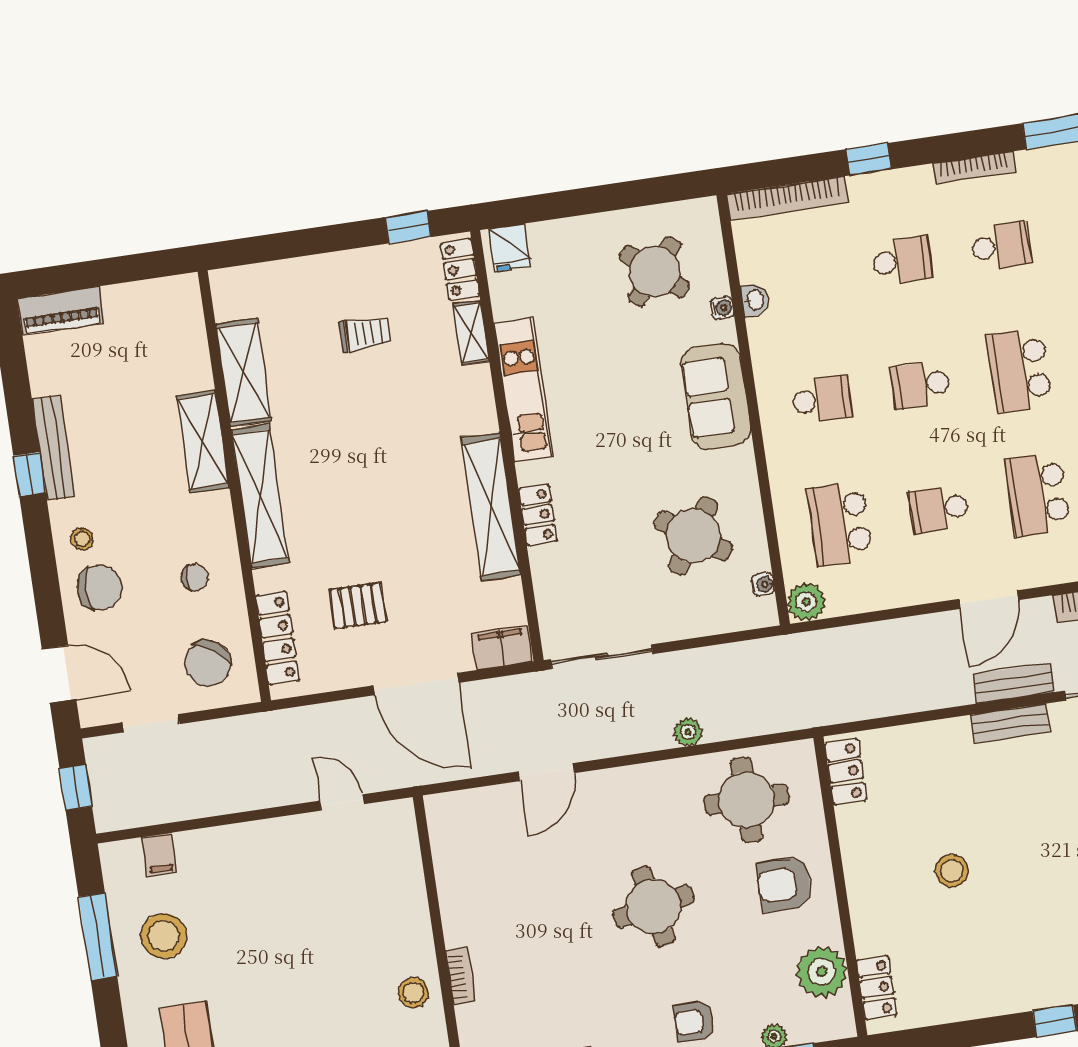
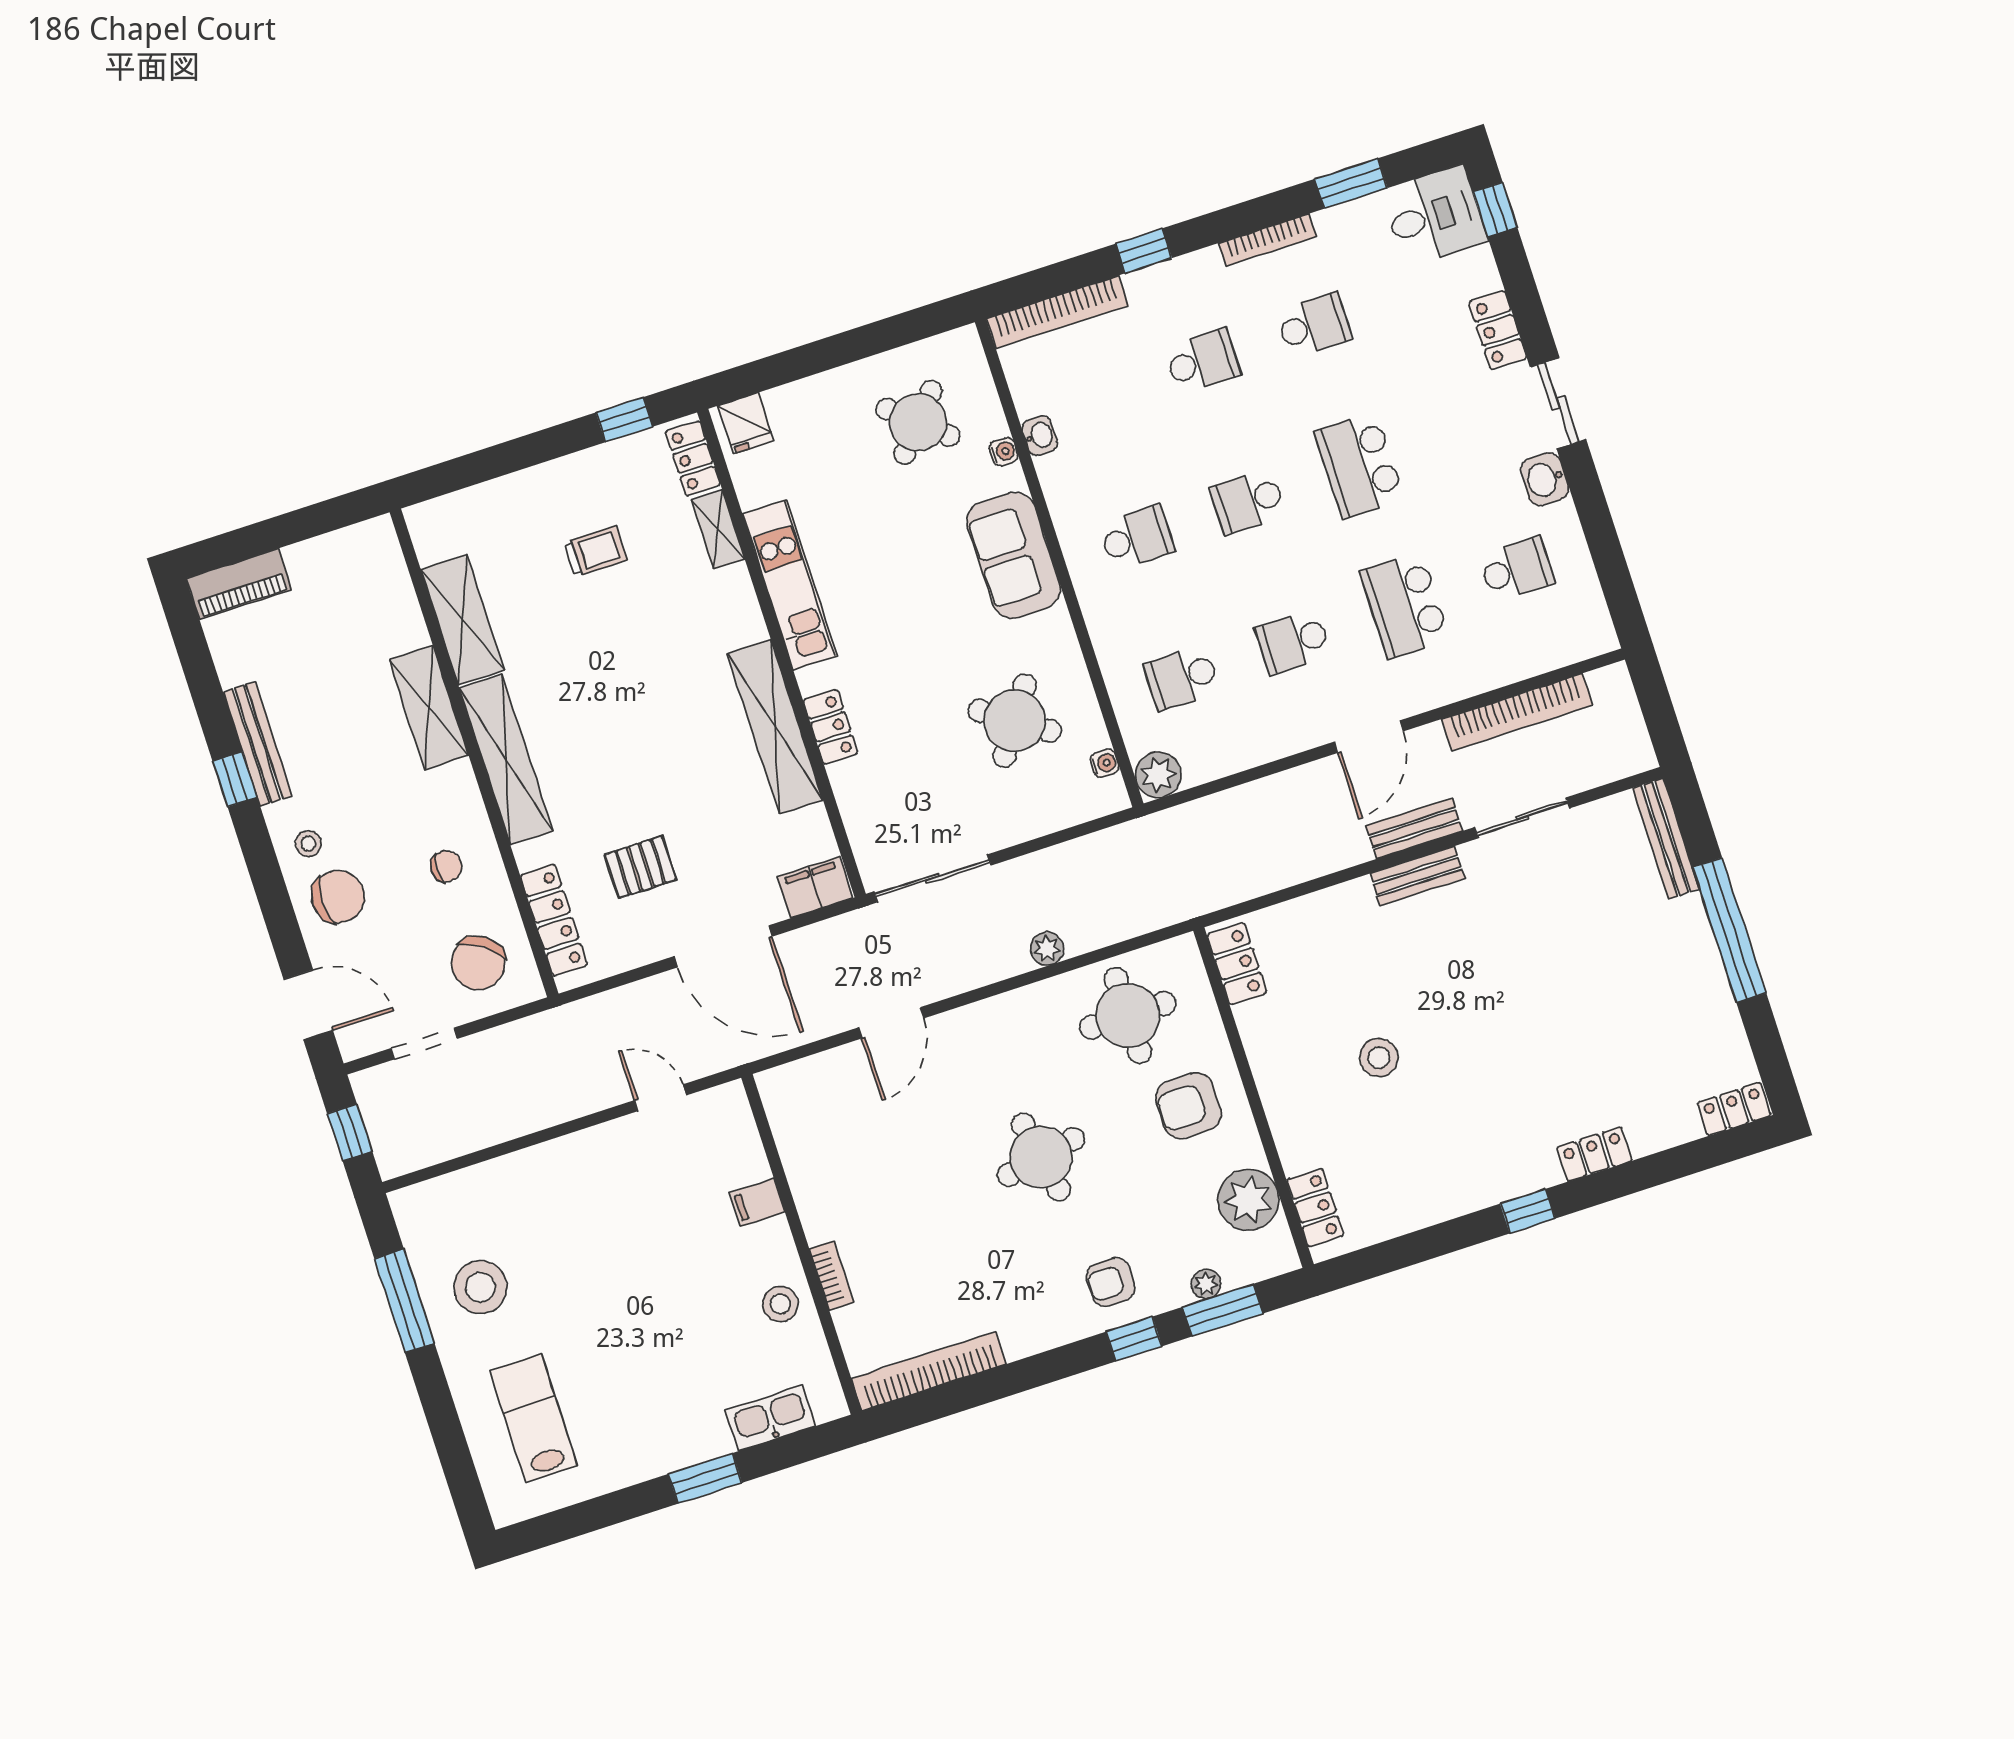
school desk: (840, 524) -> (1182, 678), width x0.54
filing cabinet: (159, 855) -> (757, 1202), moved, turned 90

